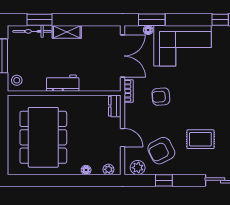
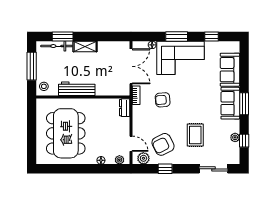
window: (152, 20) -> (177, 36), moved
workbench: (63, 83) -> (77, 89), width x1.38
door: (122, 138) -> (131, 144), moved
rug: (200, 139) -> (195, 135), turned 90

